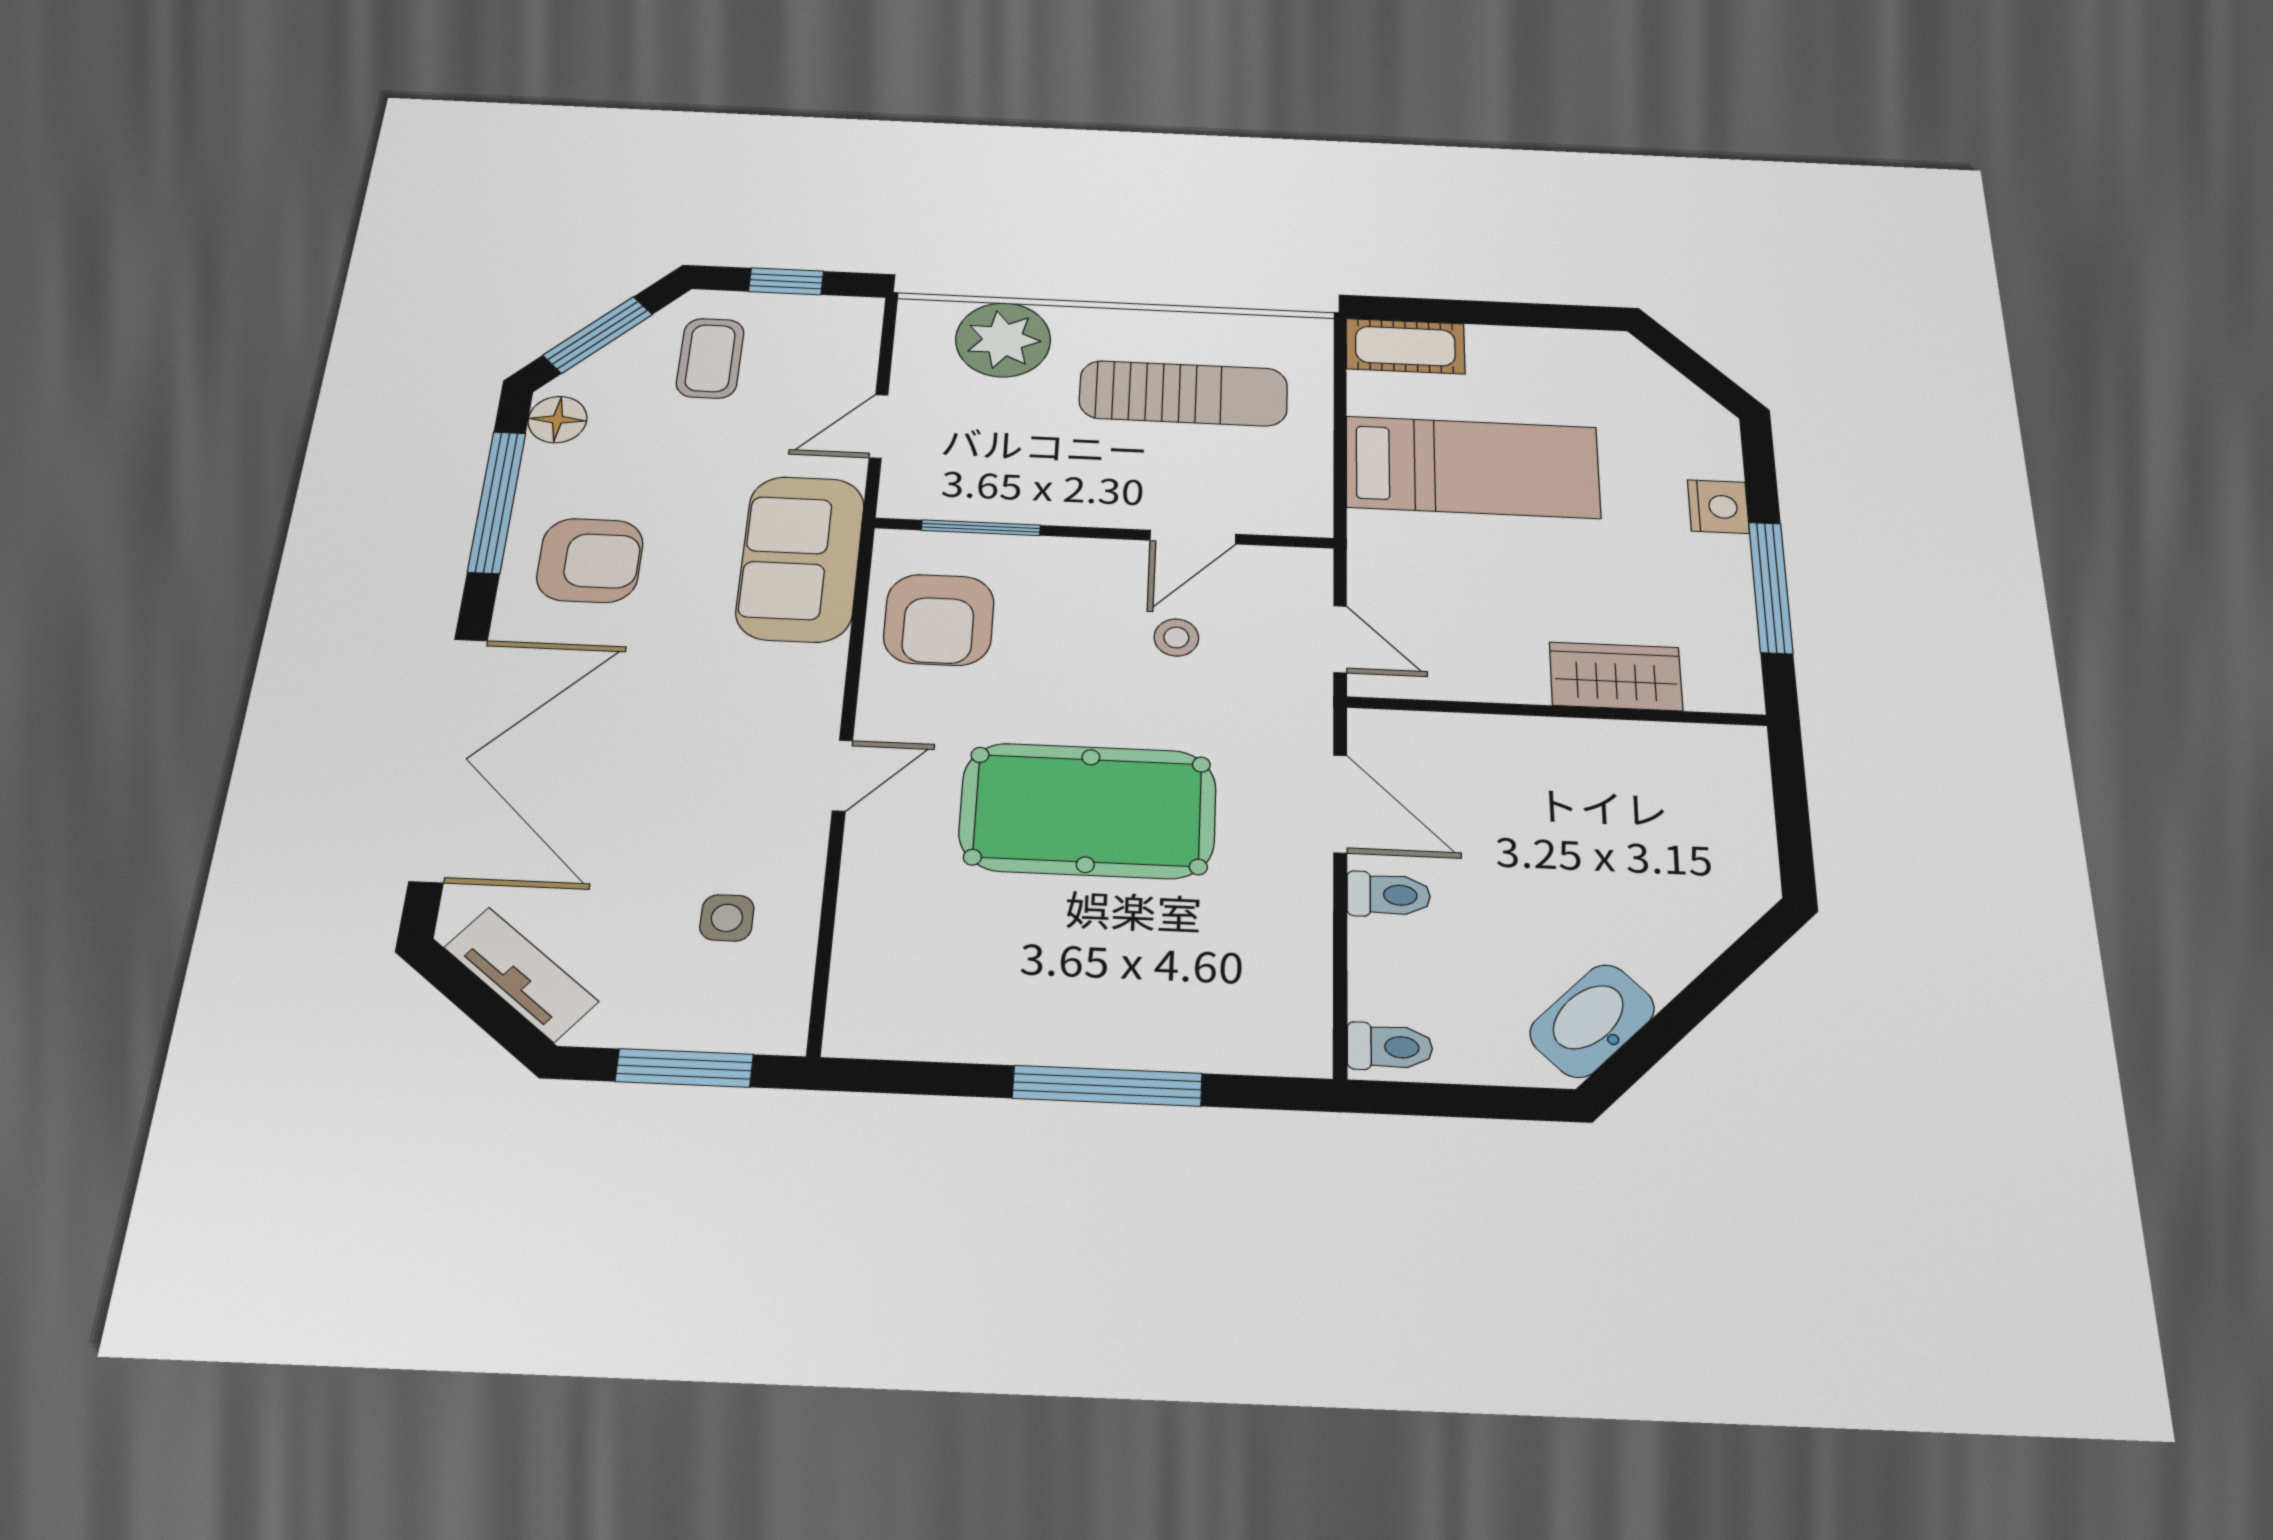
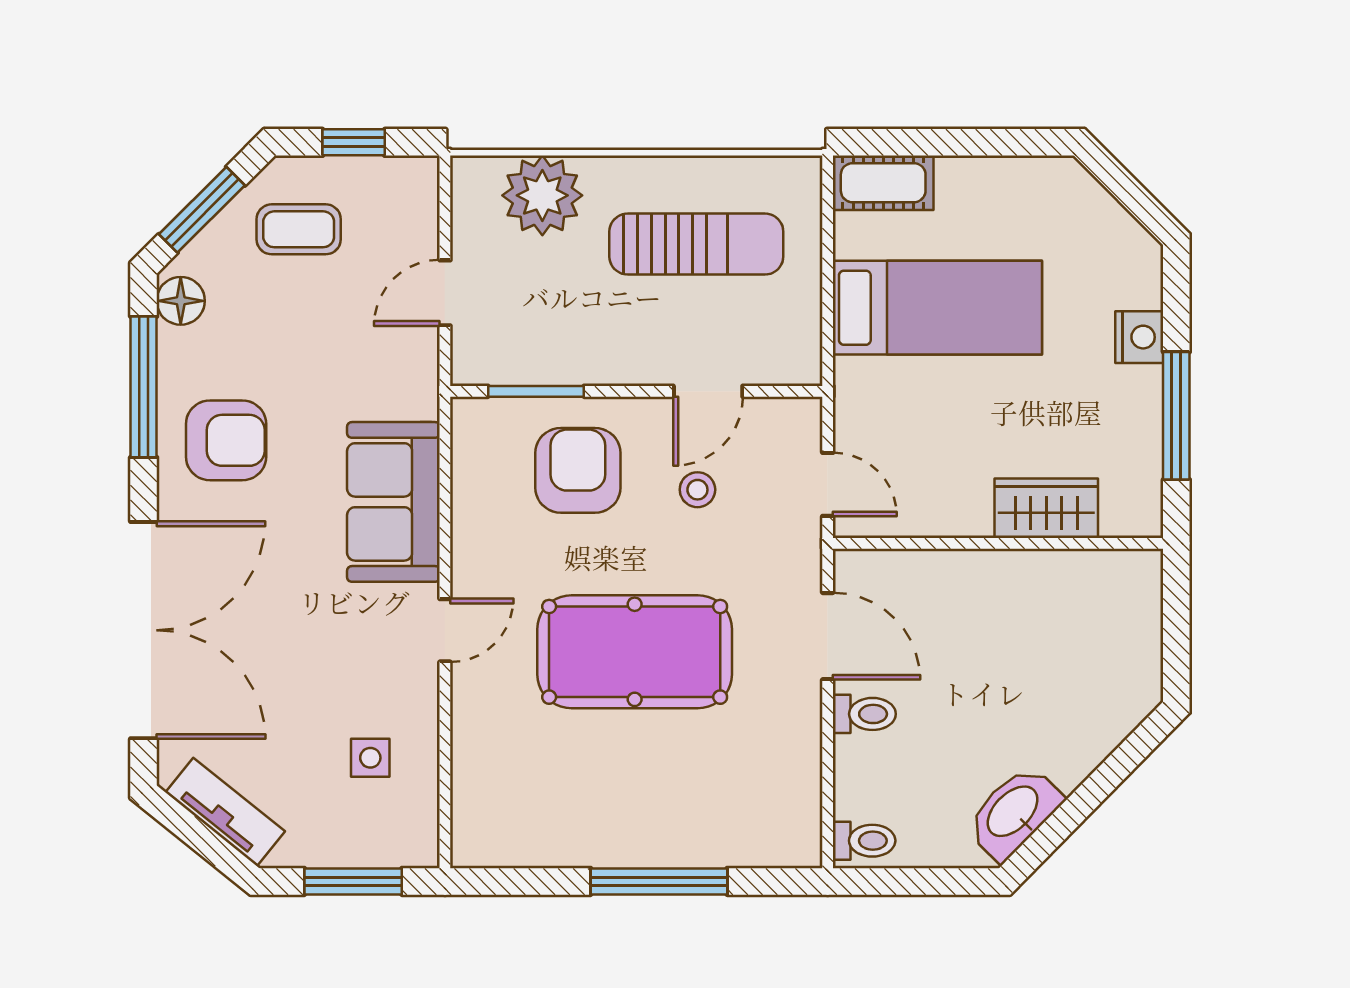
coffee table: (710, 358) -> (299, 229), turned 90
sofa: (800, 558) -> (393, 502), moved
armchair: (939, 620) -> (578, 470), moved, turned 180

